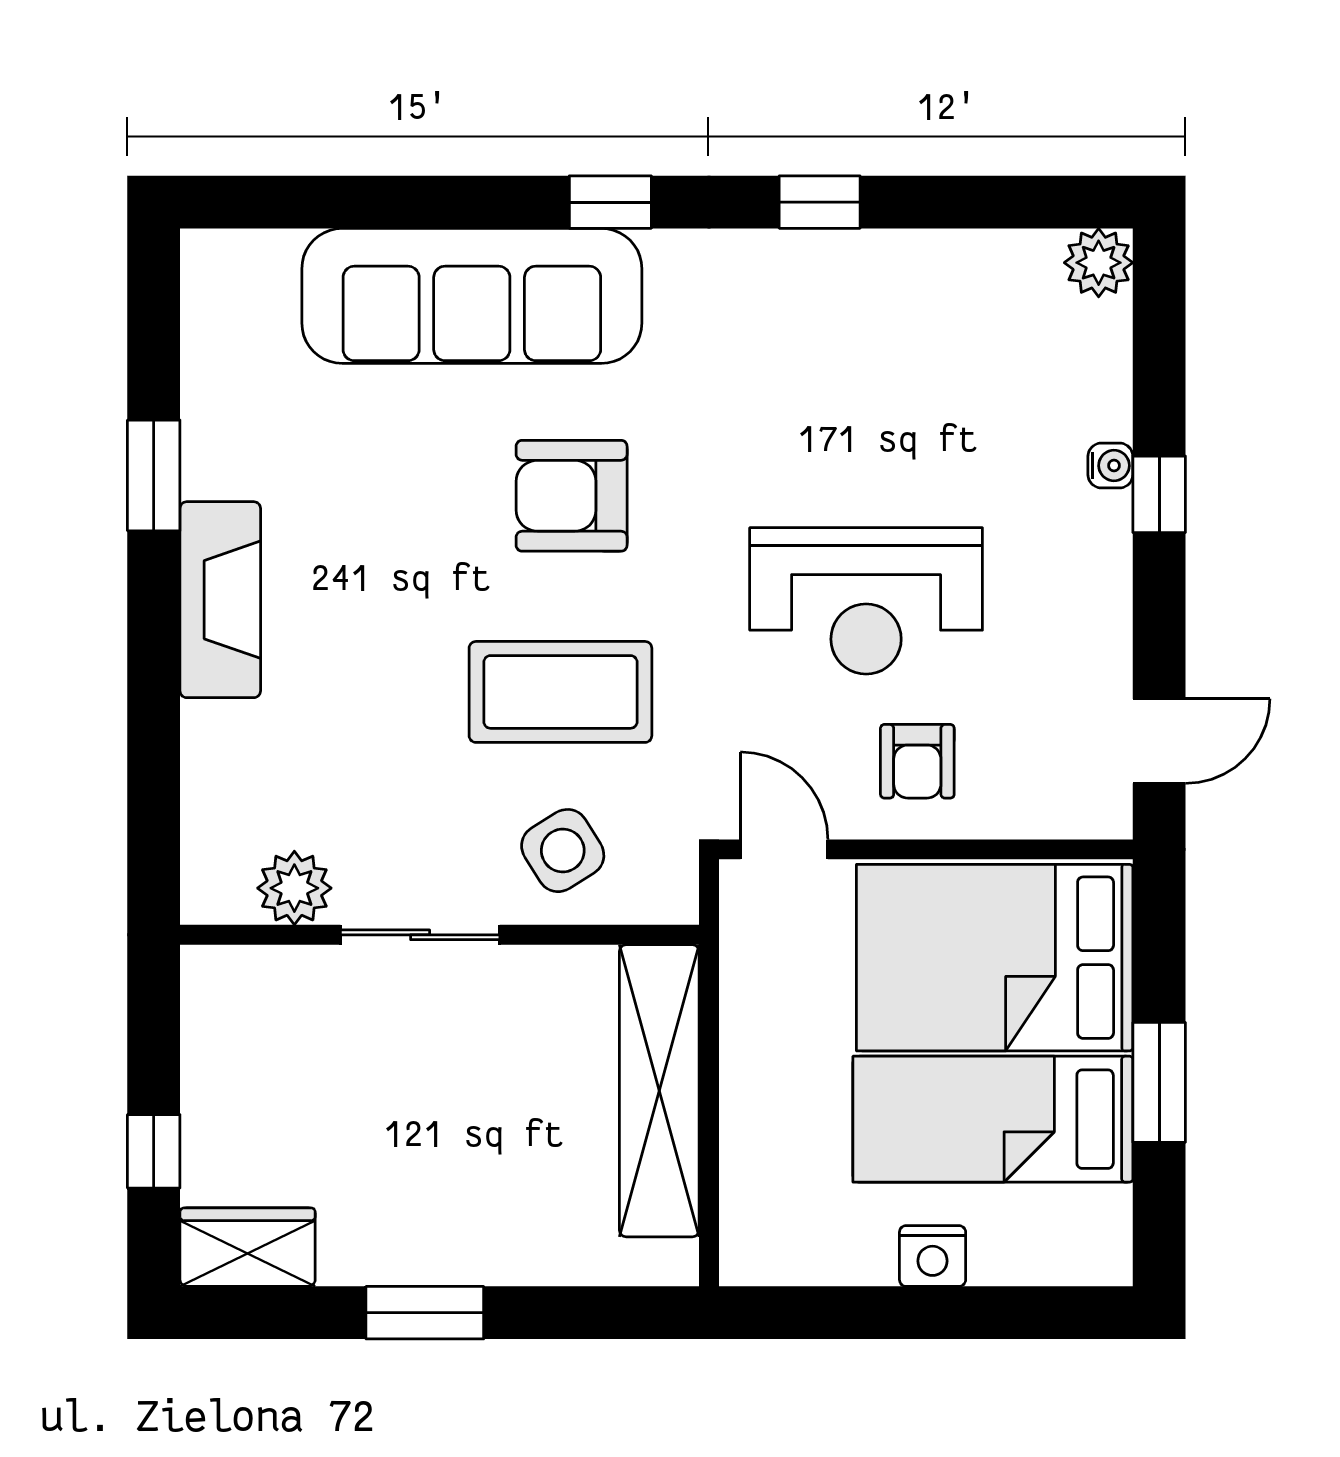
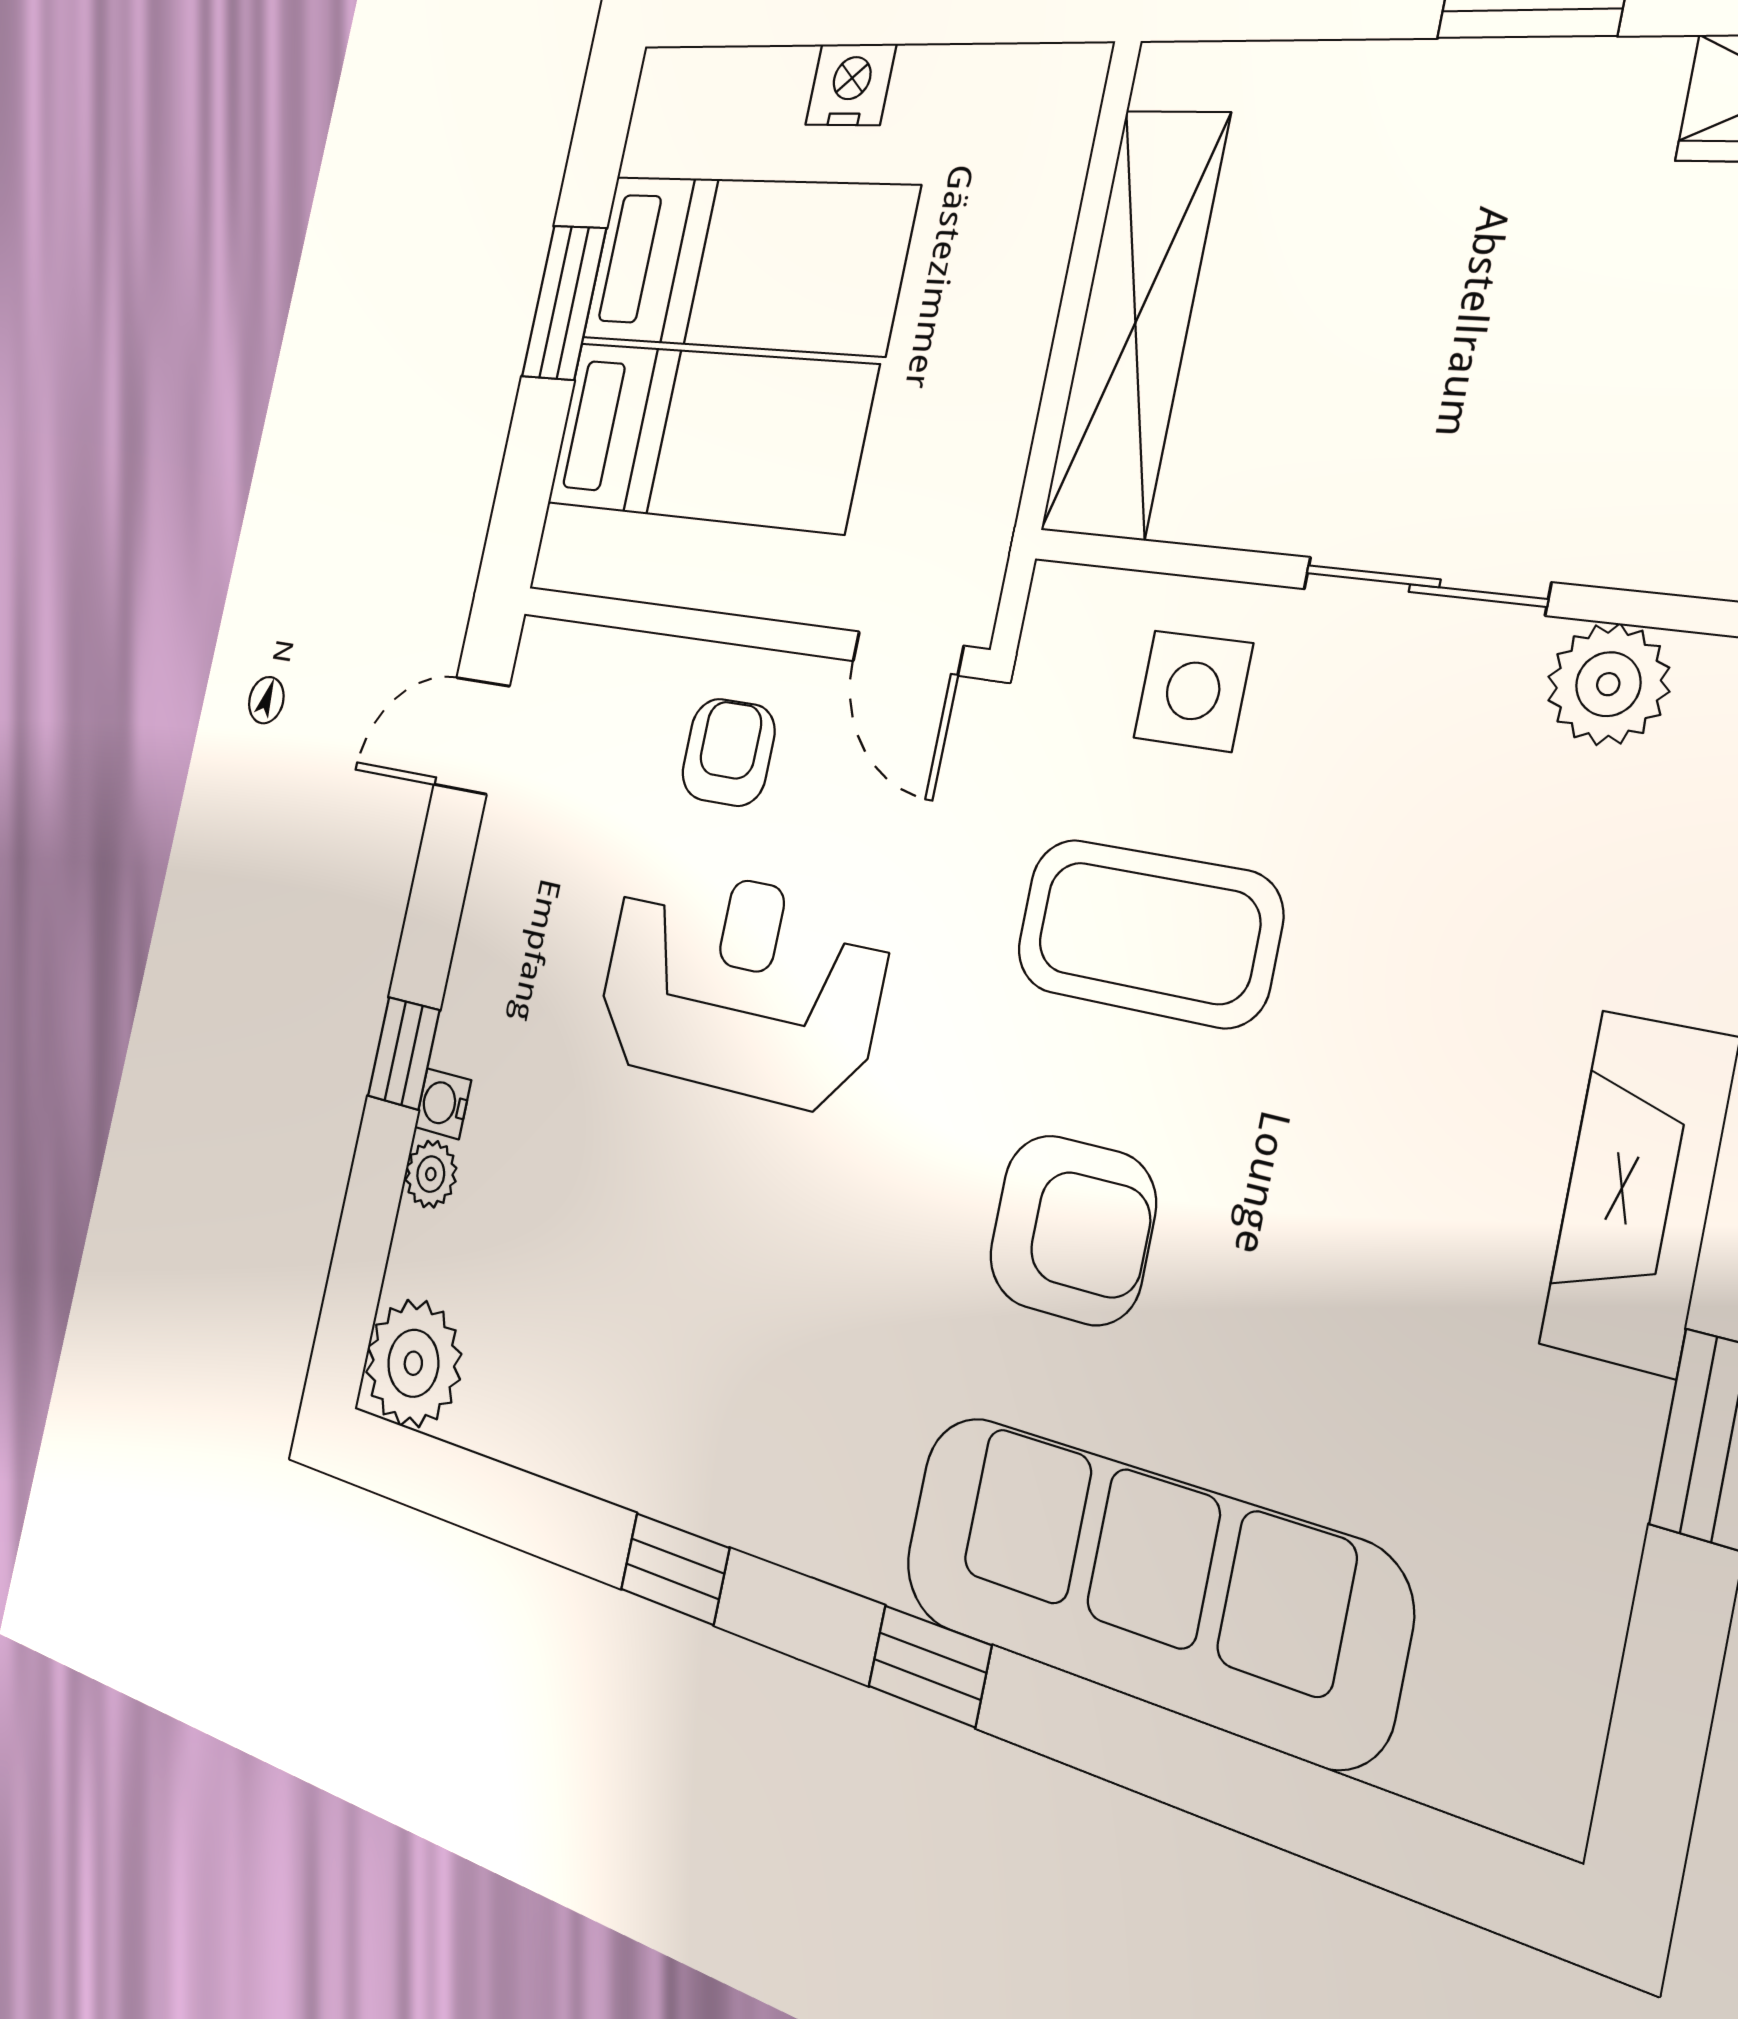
plant: (1099, 263) -> (413, 1363), width x1.36, depth x1.36
plant: (1108, 413) -> (431, 1174), added
side table: (563, 851) -> (1193, 691), turned 32
bed: (995, 958) -> (708, 436), width x0.67

